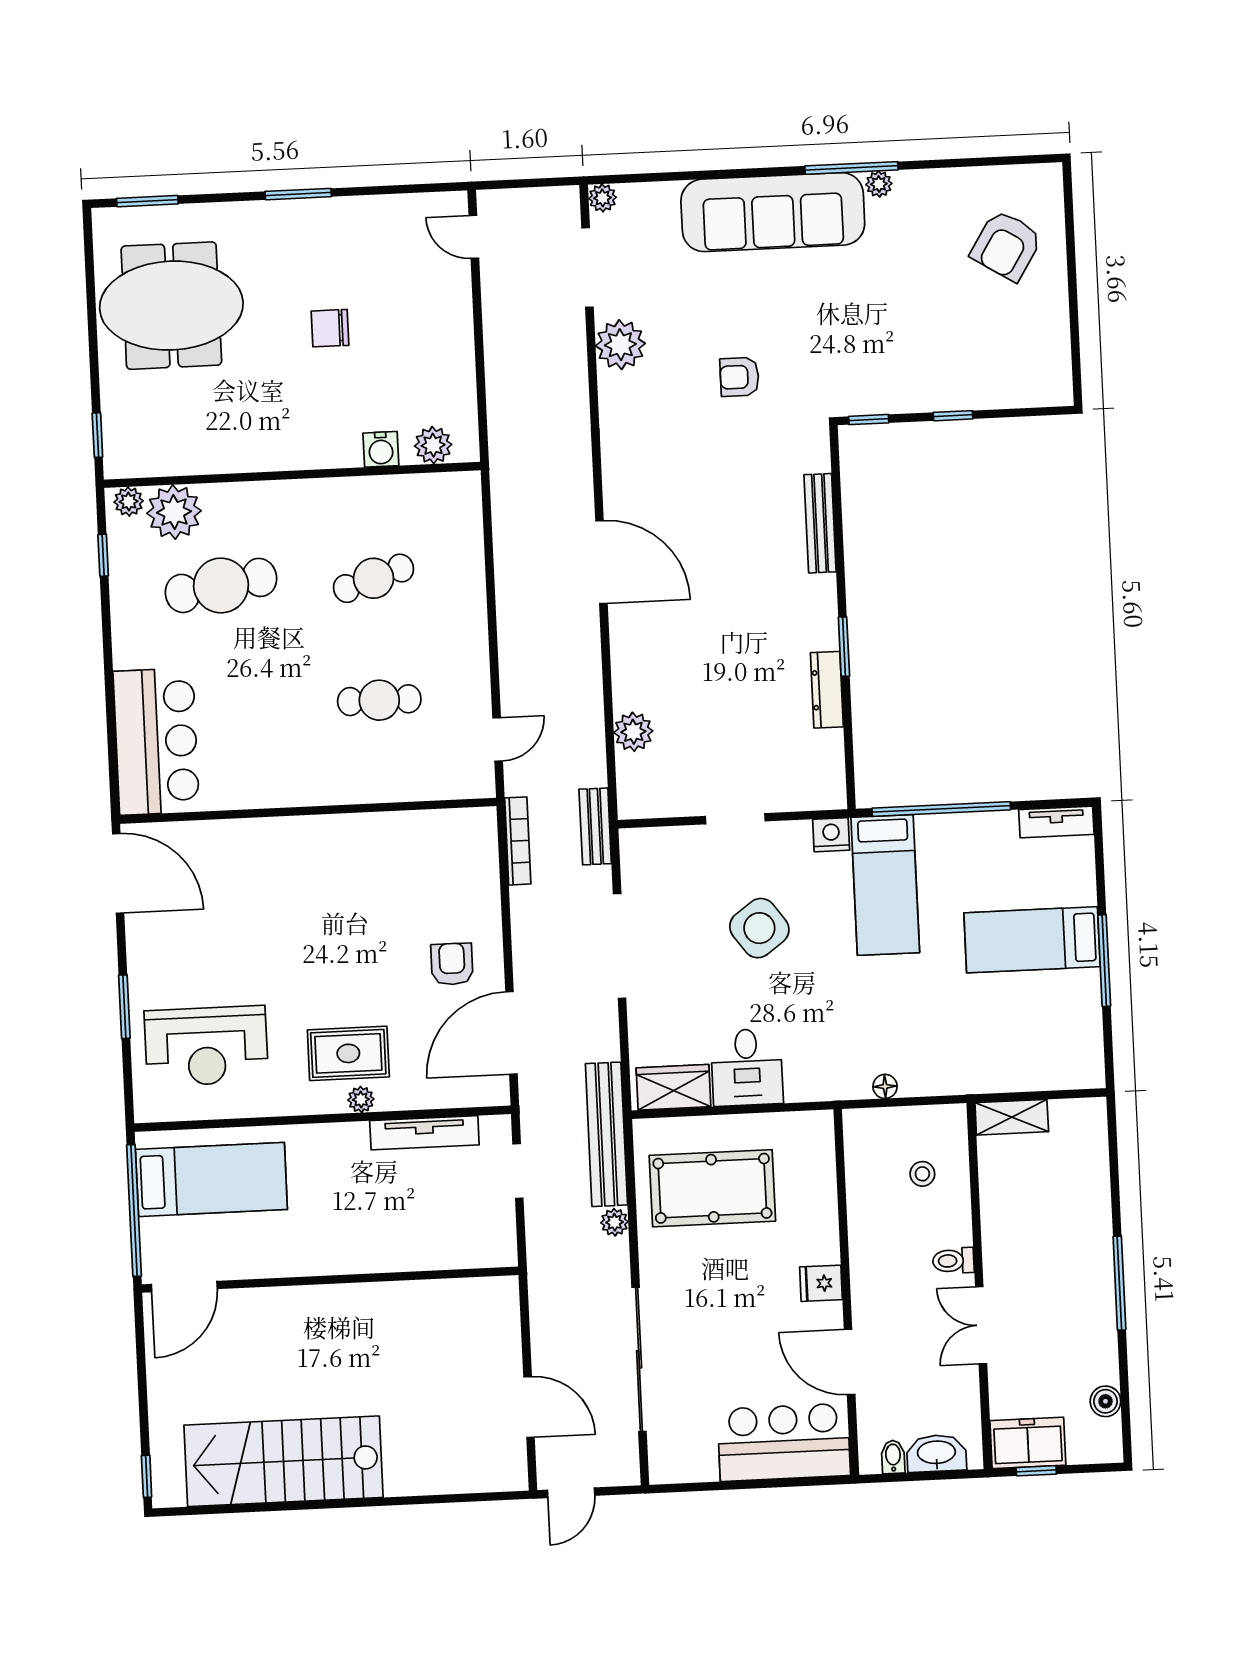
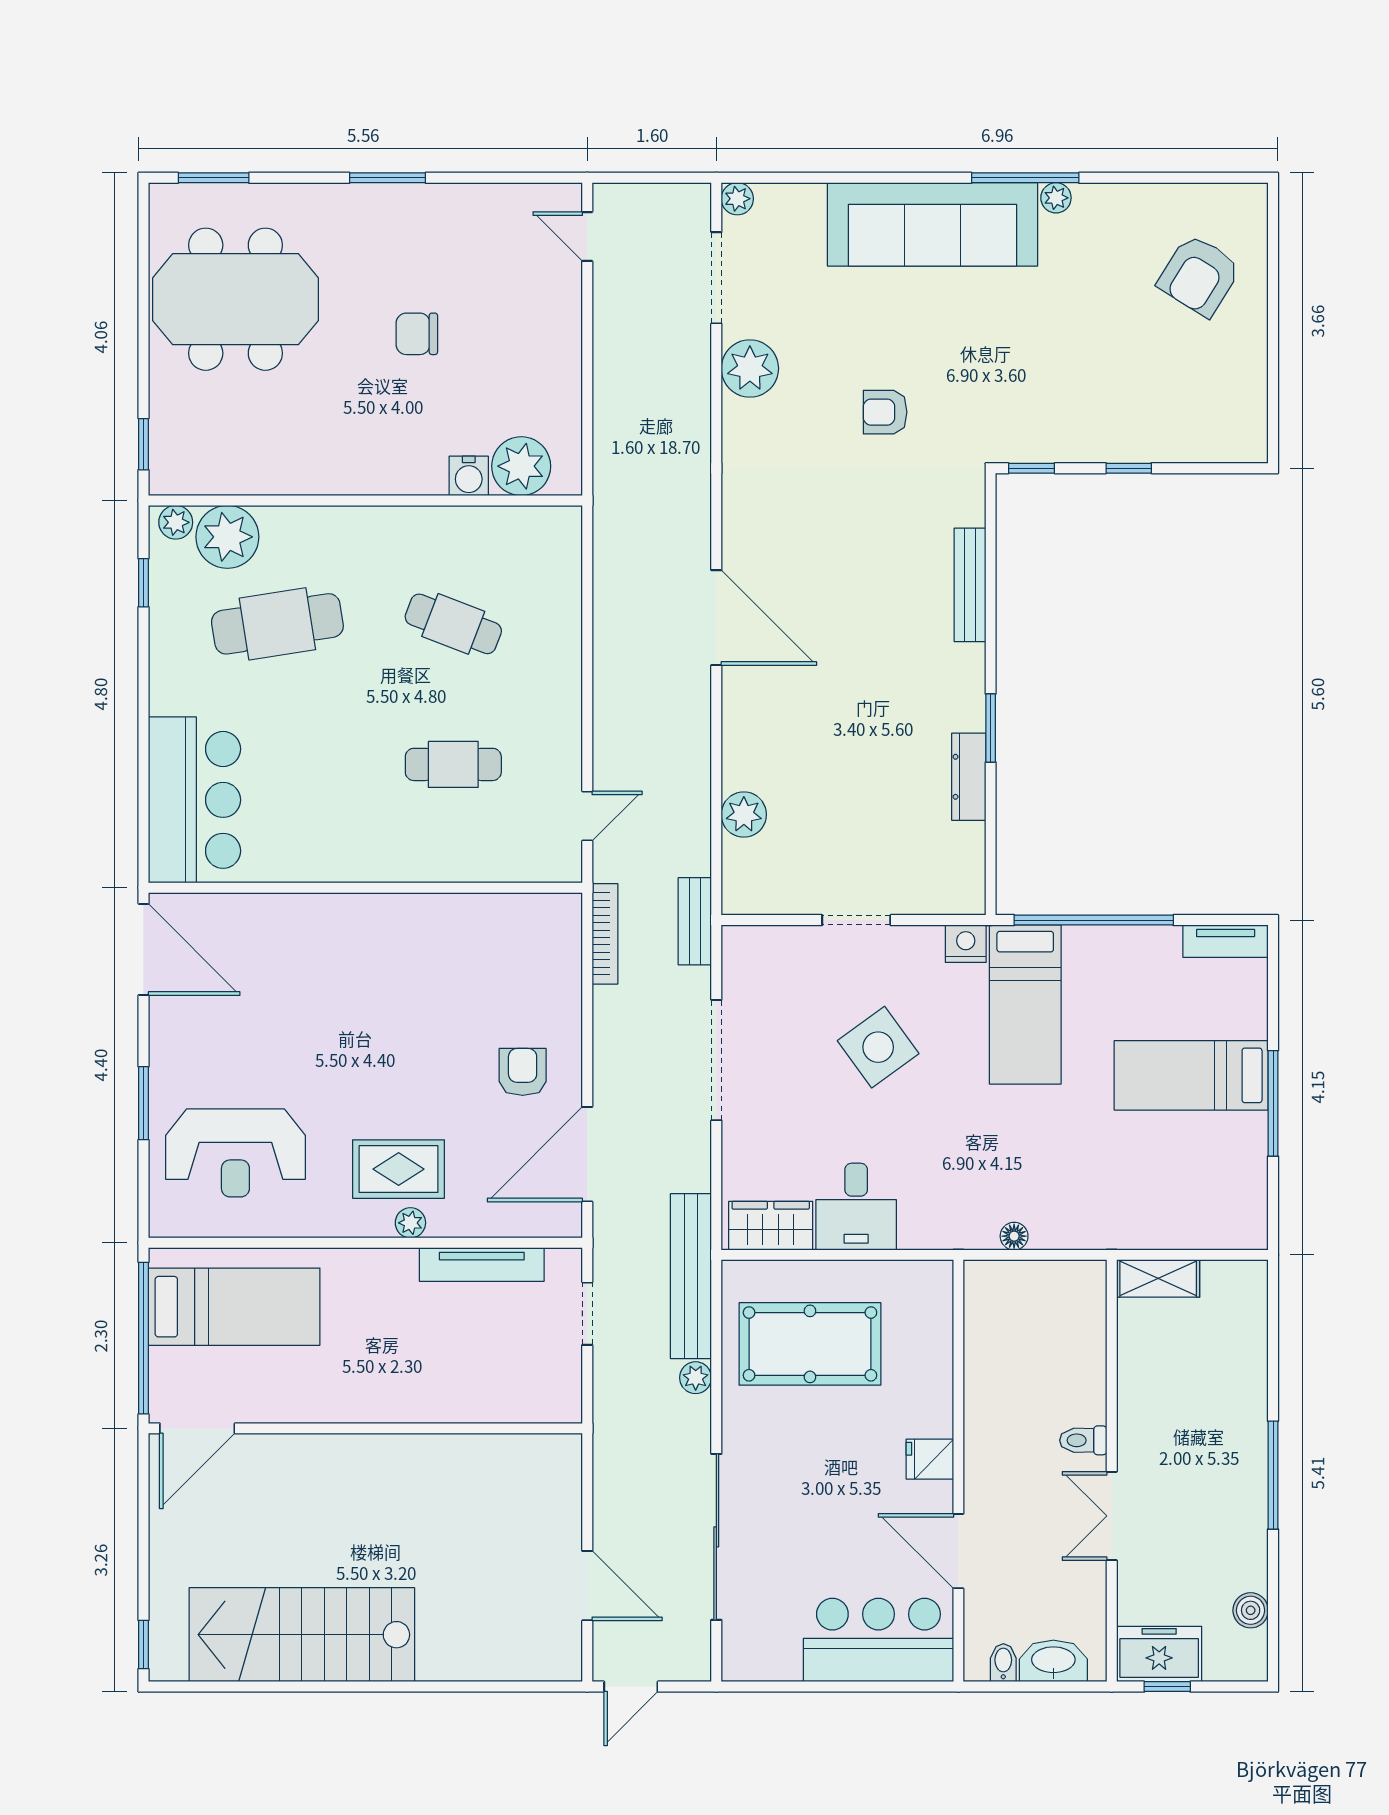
plant: (433, 445) -> (521, 466), width x1.36, depth x1.36
cafe table: (374, 578) -> (453, 624), turned 39
stool: (922, 1174) -> (1052, 1339), removed

